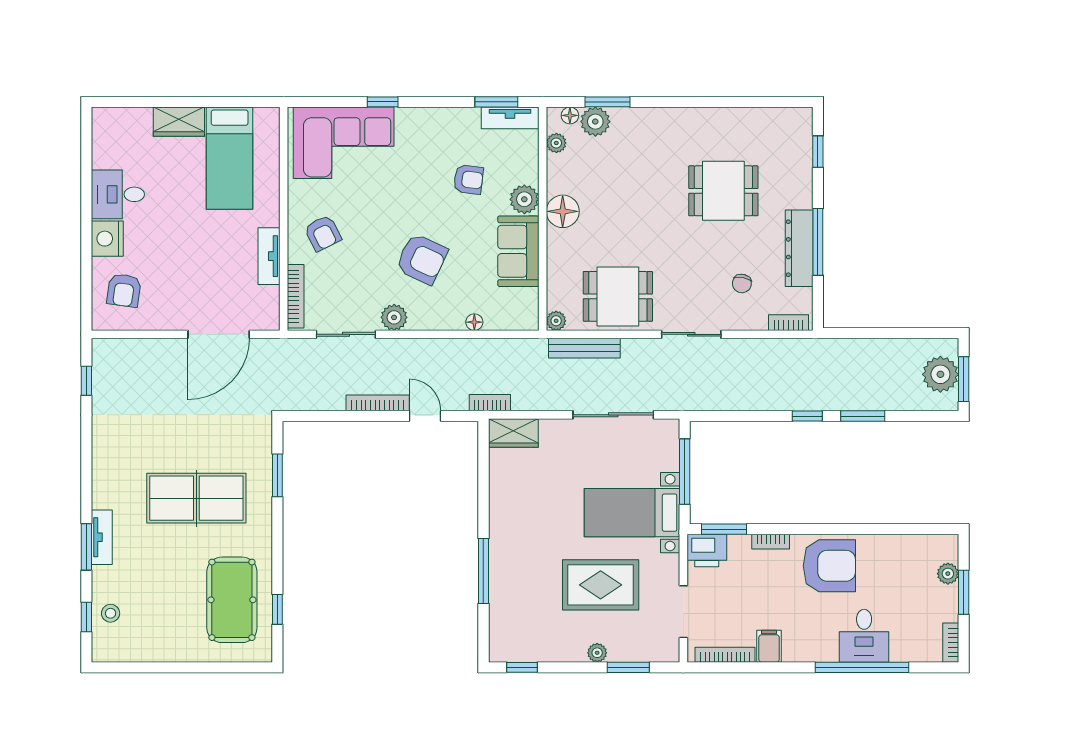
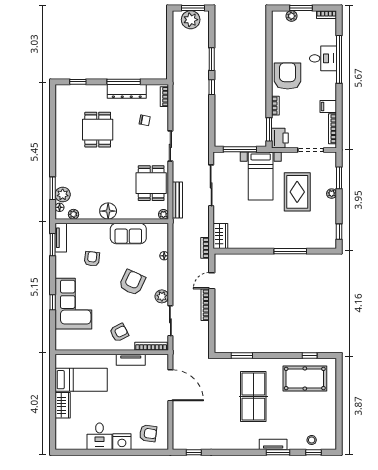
corner sofa: (344, 143) -> (73, 304), moved
plant: (524, 199) -> (102, 230), removed

